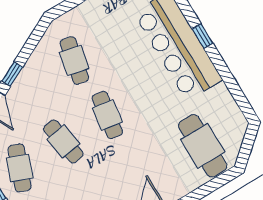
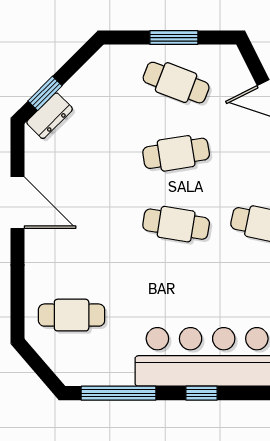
window: (234, 88) -> (119, 393), added
cafe table: (203, 146) -> (72, 315), width x0.73, depth x0.74

